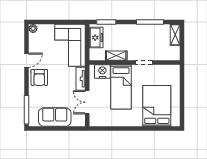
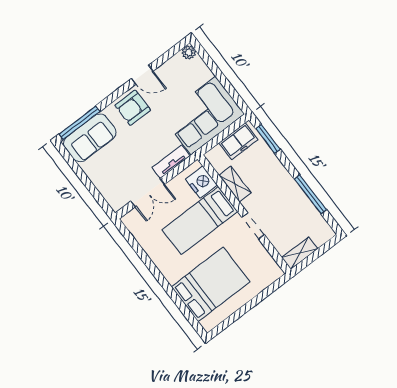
shelving: (175, 35) -> (300, 253), moved
double door: (87, 102) -> (148, 193), swing flipped
sofa: (55, 117) -> (90, 138), moved, turned 90

